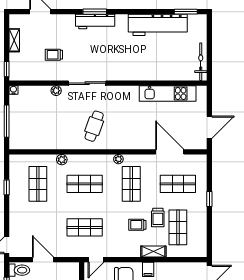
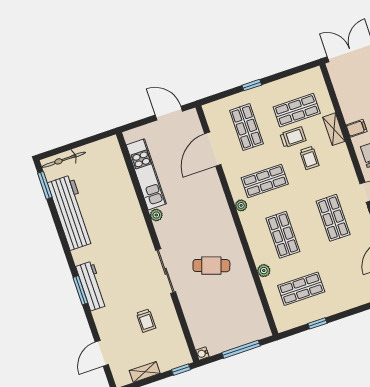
bicycle: (201, 62) -> (64, 160), moved
plant: (56, 91) -> (156, 215), moved
cafe table: (94, 126) -> (211, 266), moved

